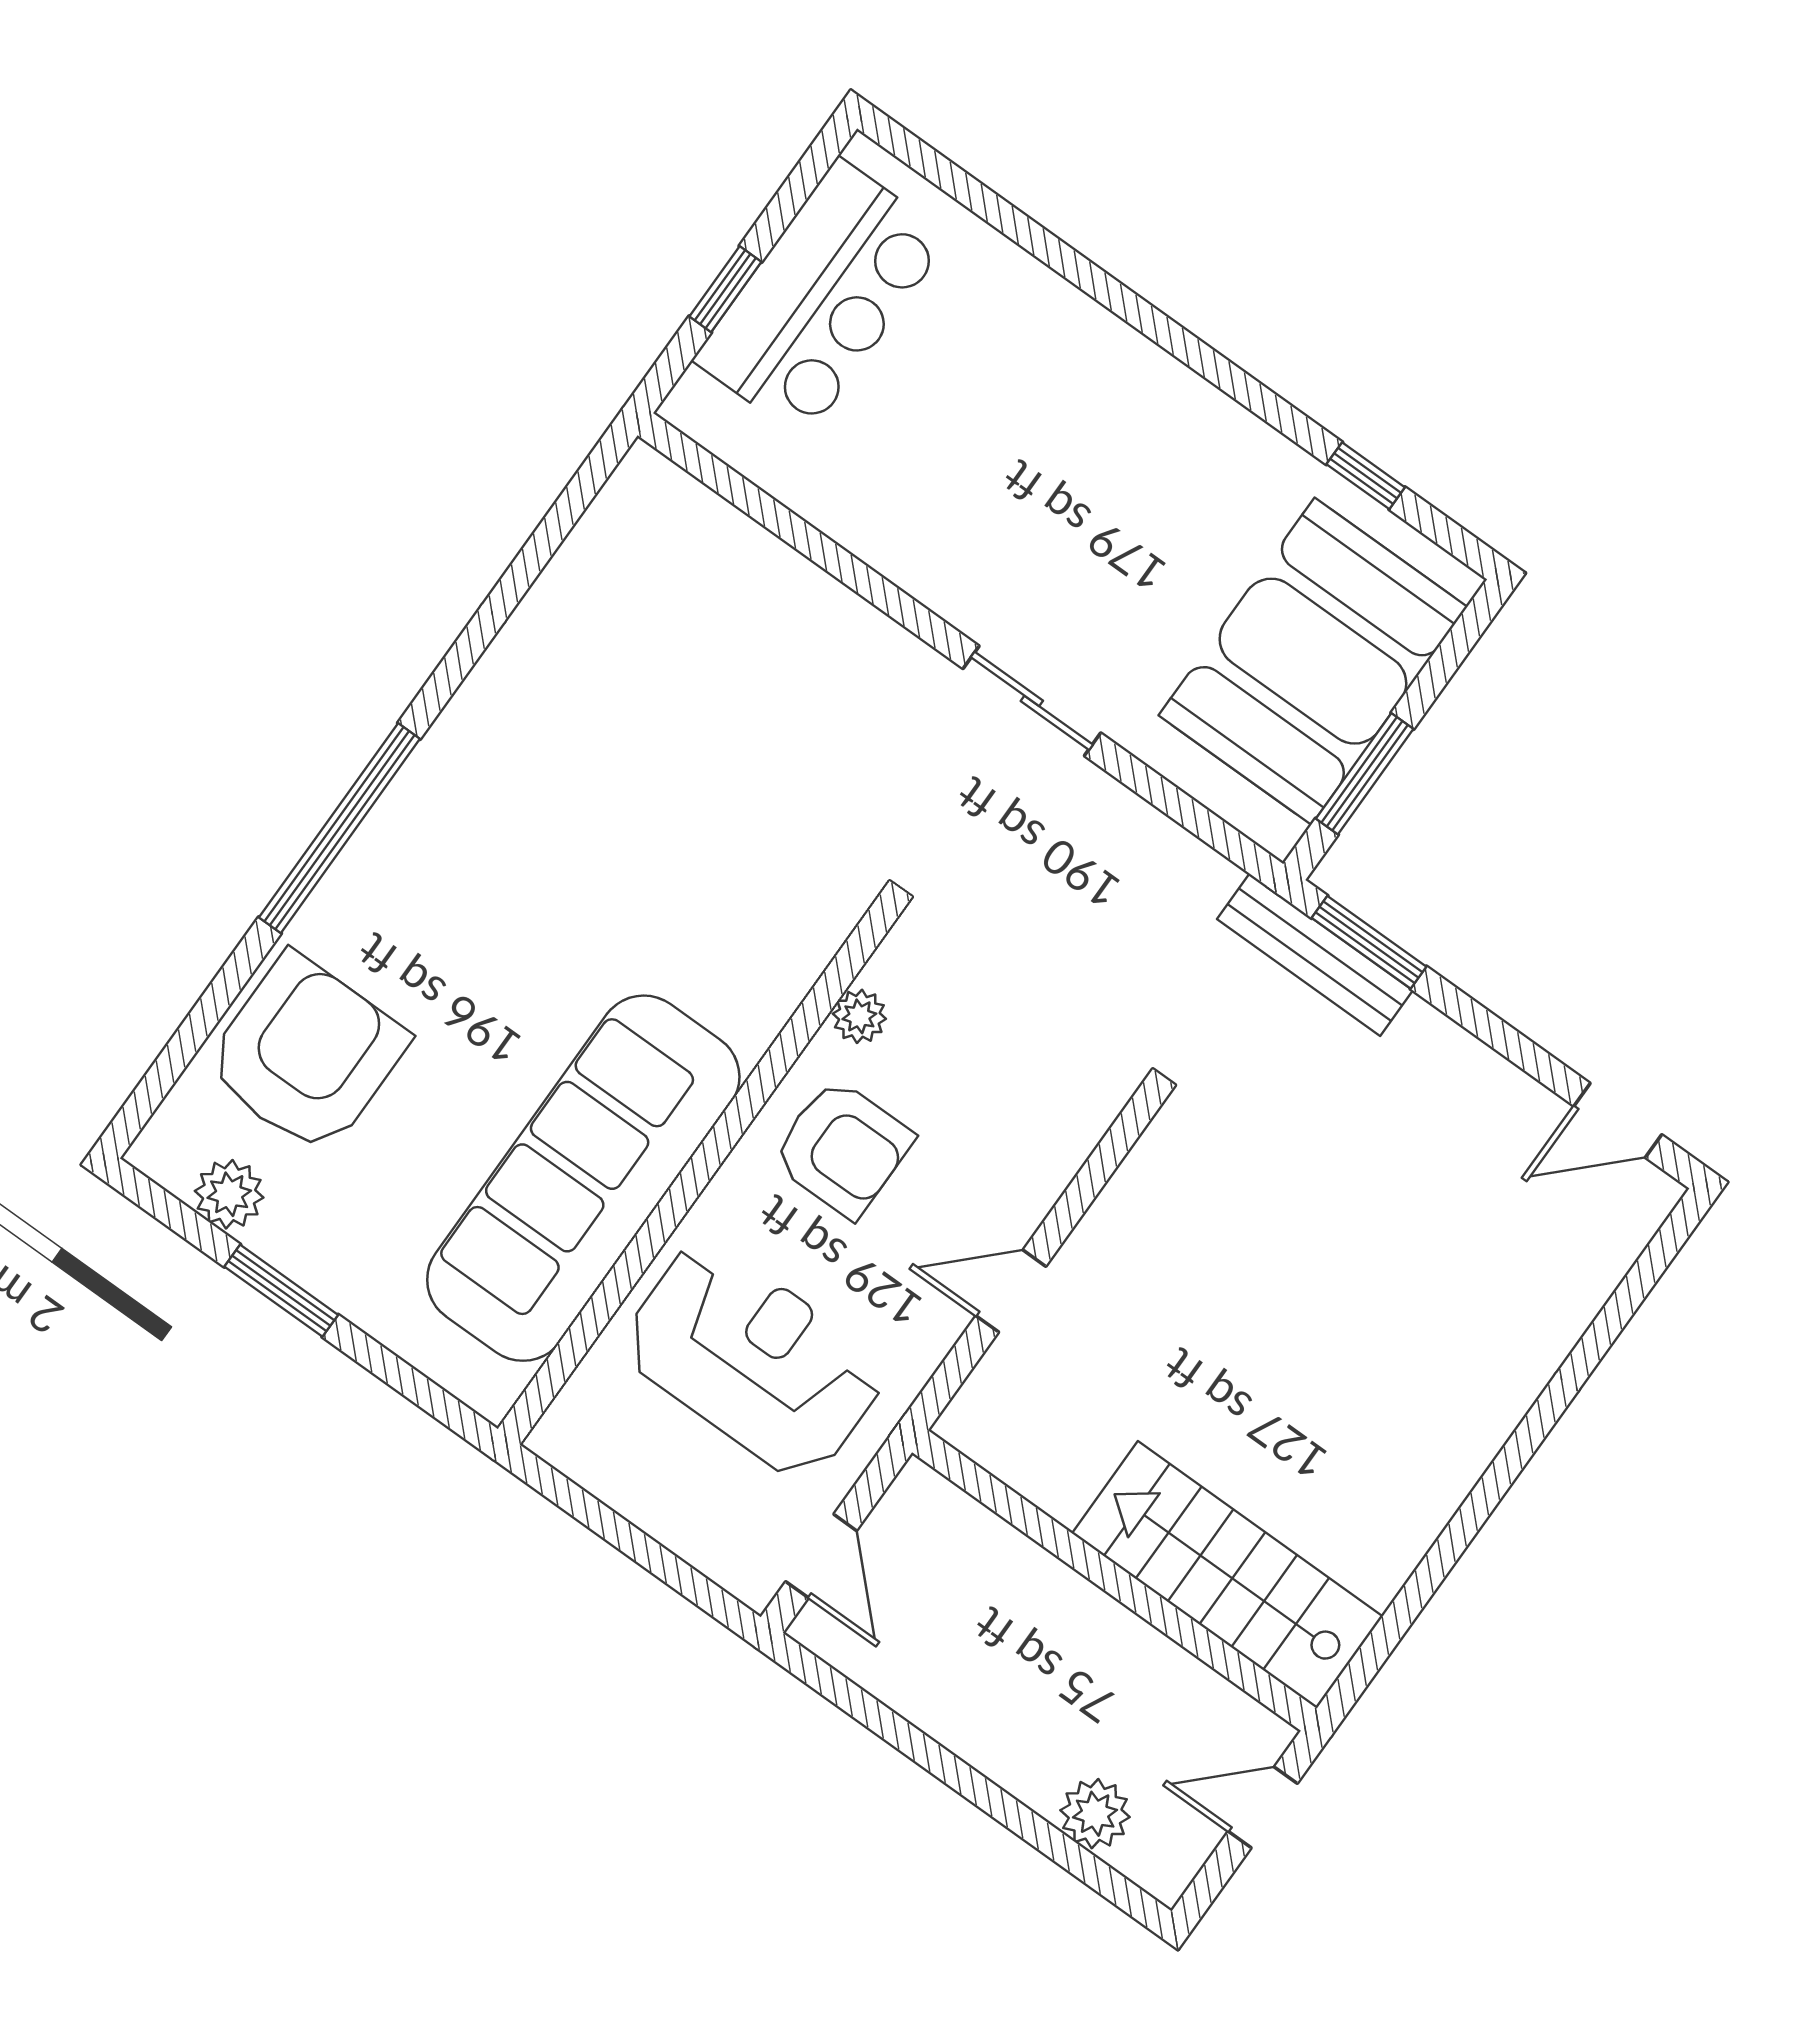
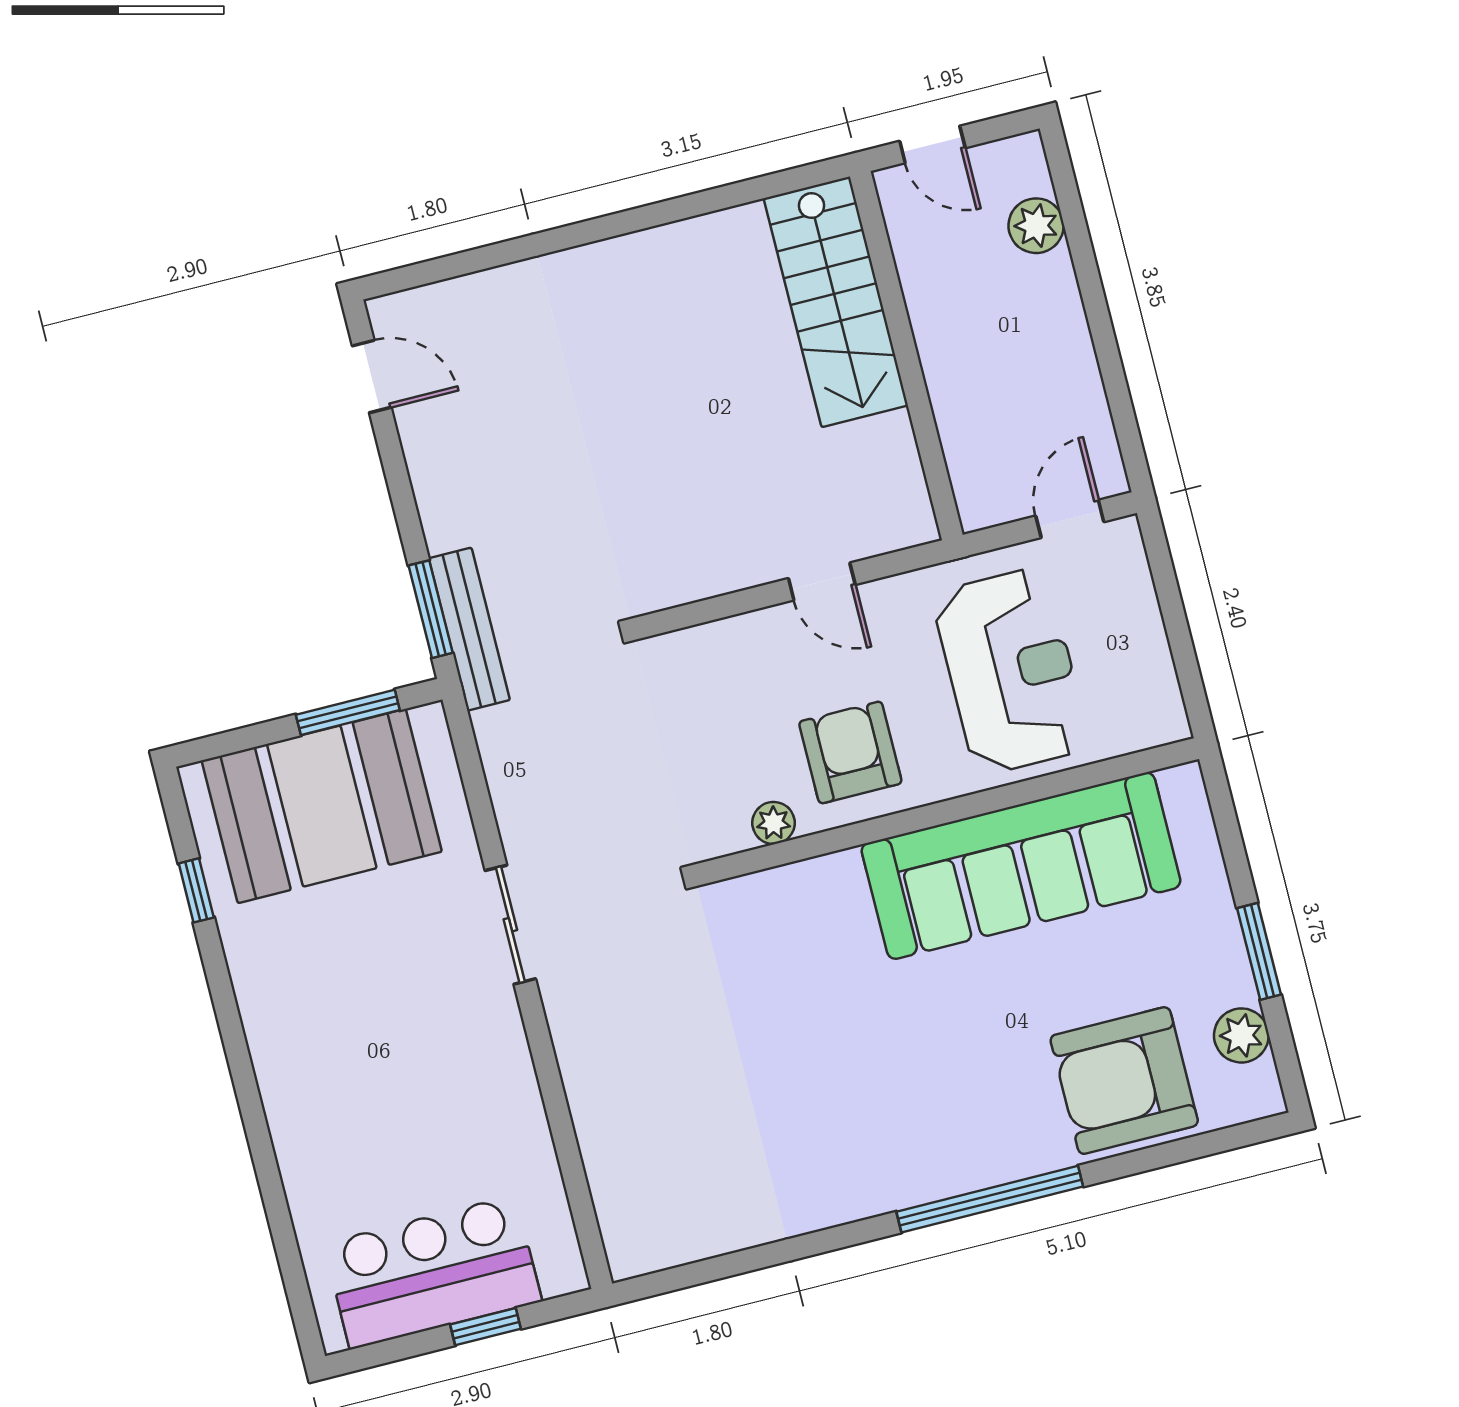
reception desk: (753, 1359) -> (1011, 671), turned 180

